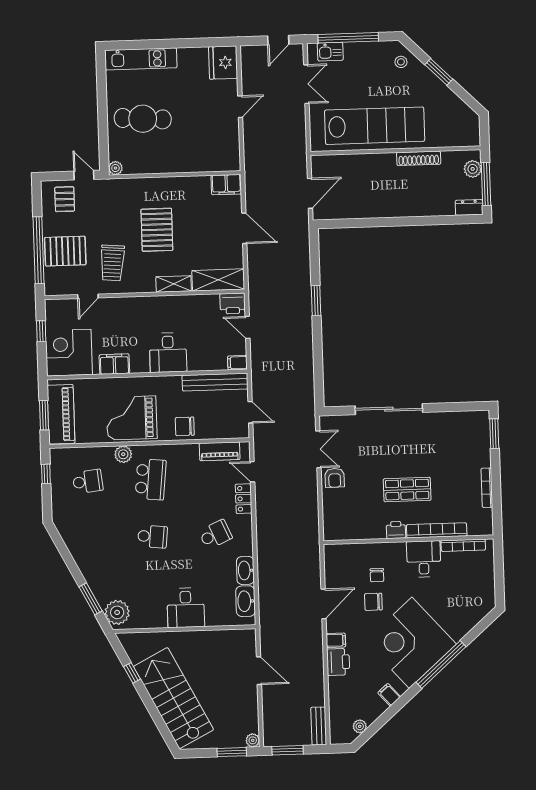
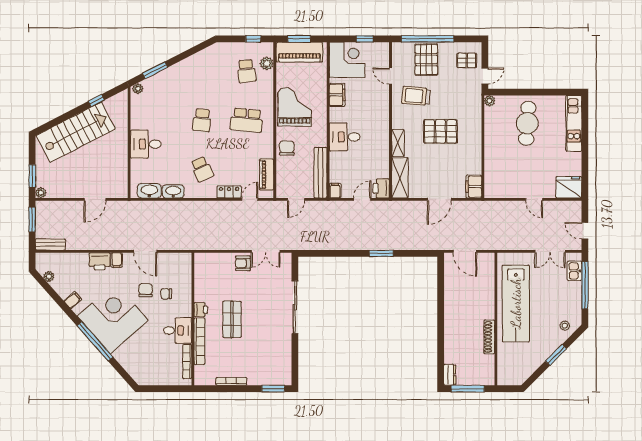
plant: (473, 169) -> (480, 379), removed
plant: (123, 454) -> (267, 63), moved
plant: (117, 612) -> (138, 89), width x0.53, depth x0.53

